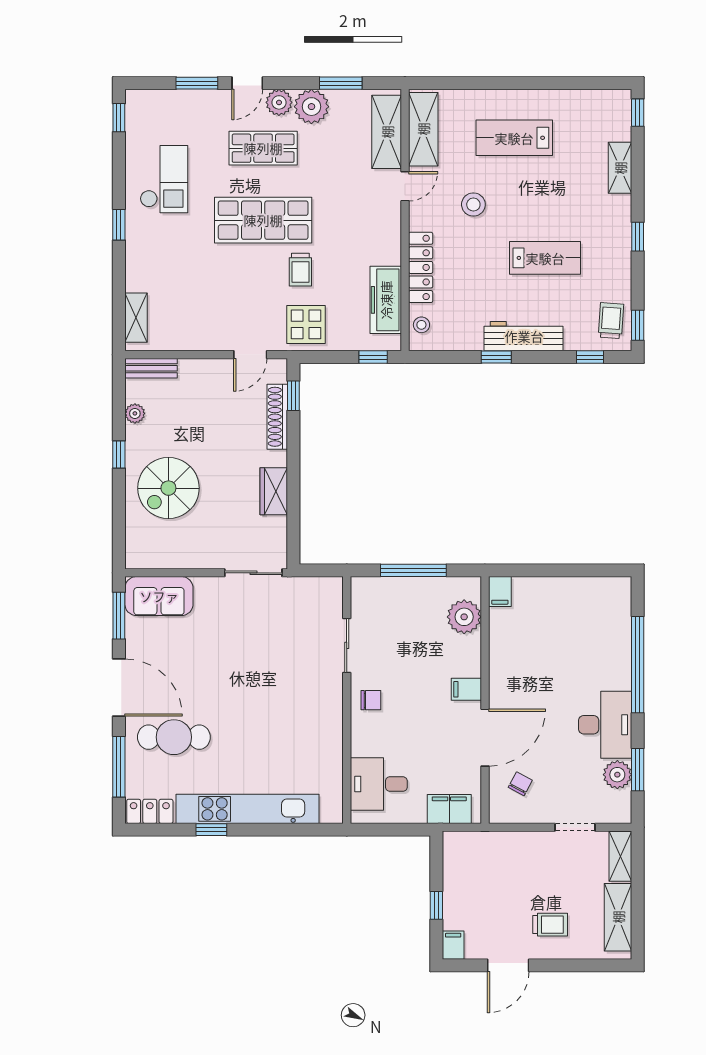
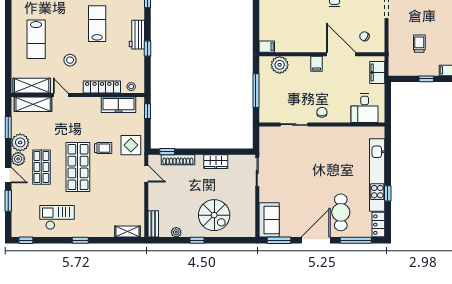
workbench: (524, 336) -> (137, 35), width x0.73
trolley: (550, 925) -> (419, 44), moved

